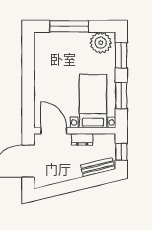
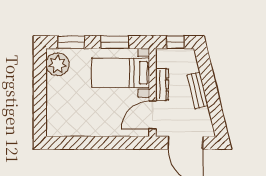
window: (69, 26) -> (40, 98), removed
dresser: (82, 139) -> (162, 85), width x1.44
bench: (98, 167) -> (198, 90), moved

